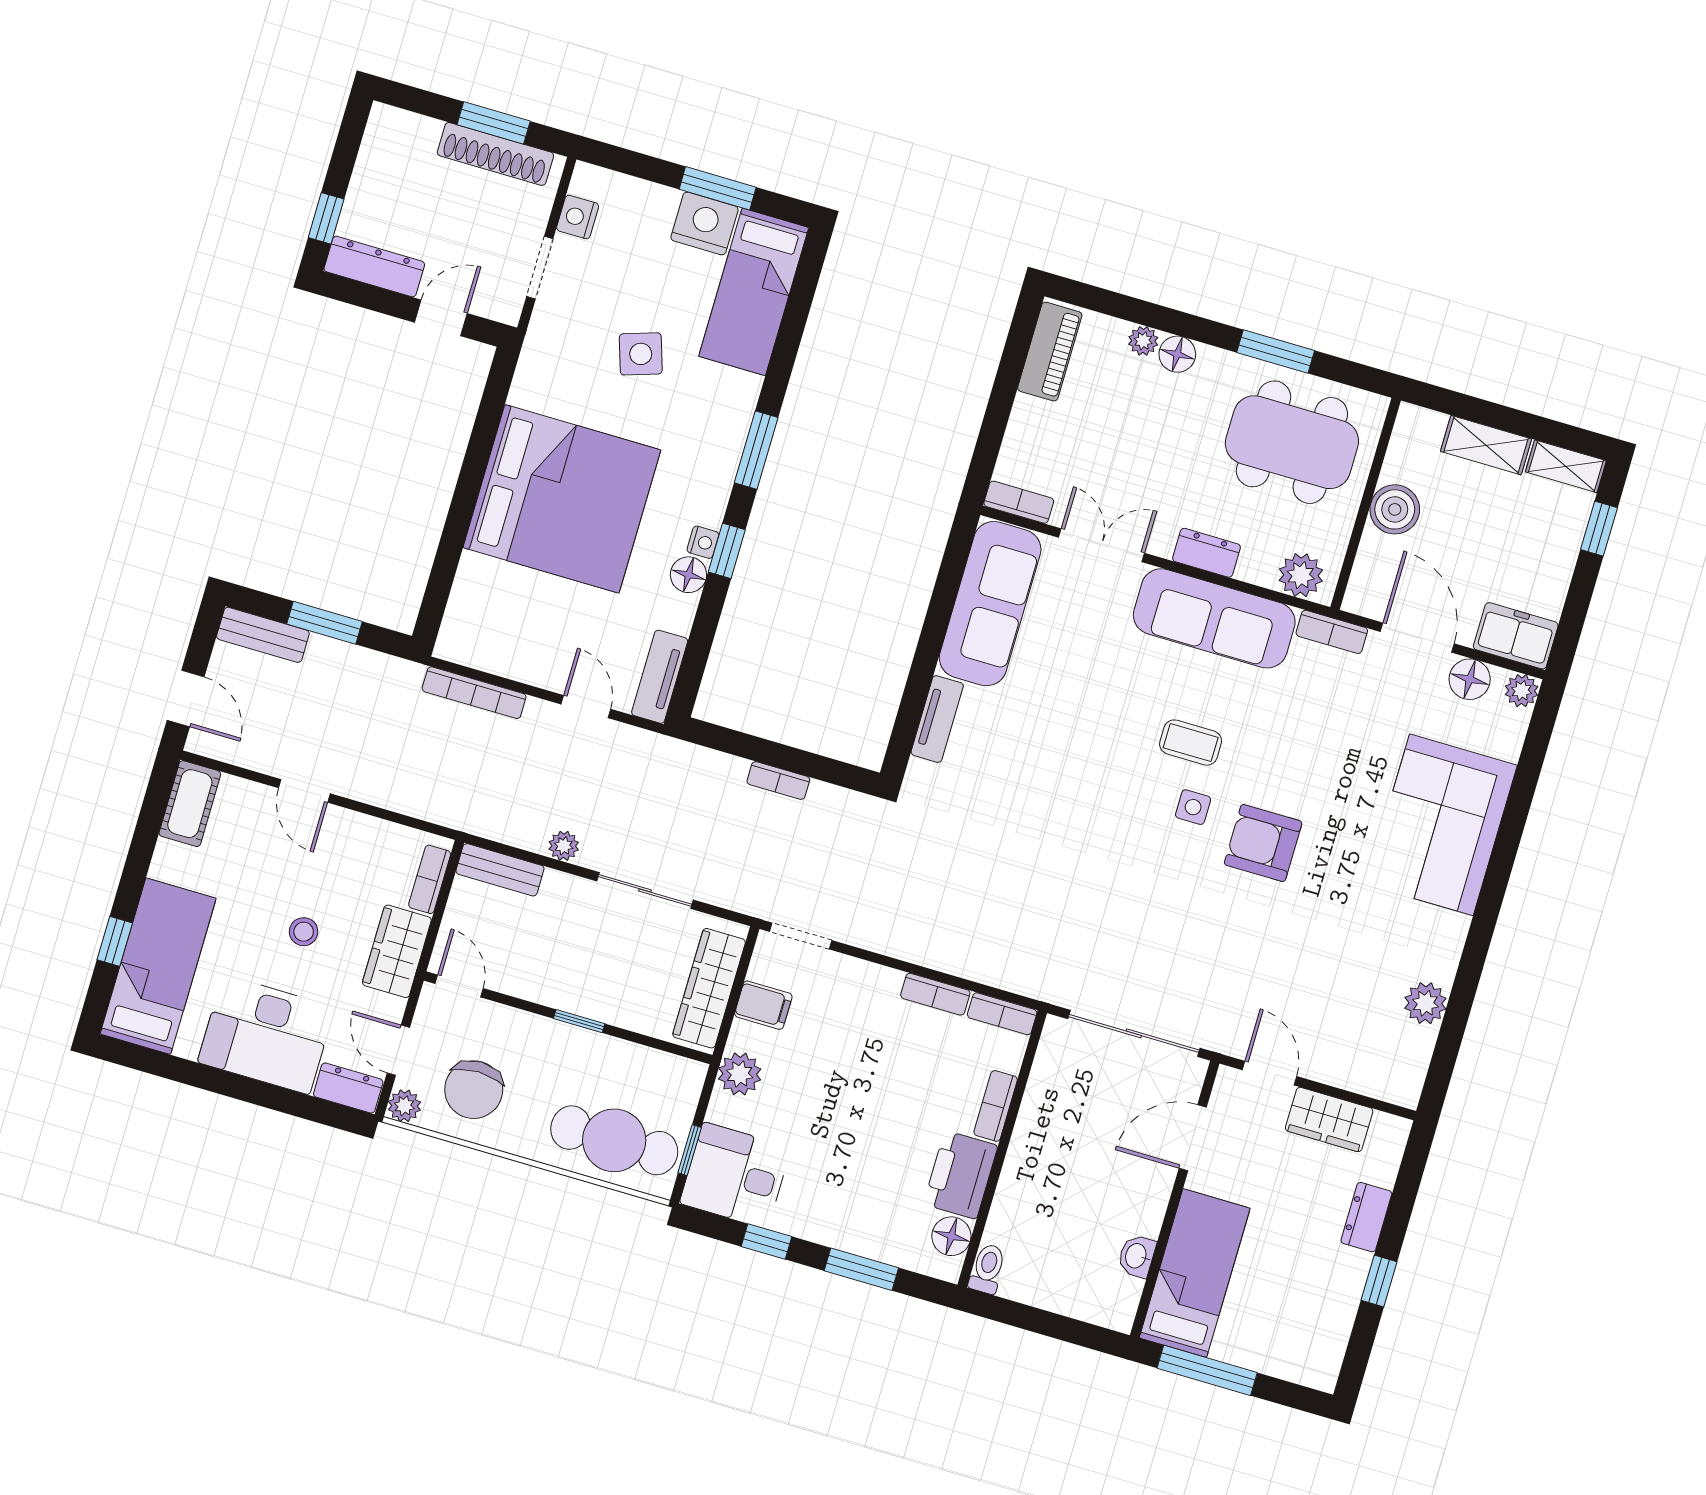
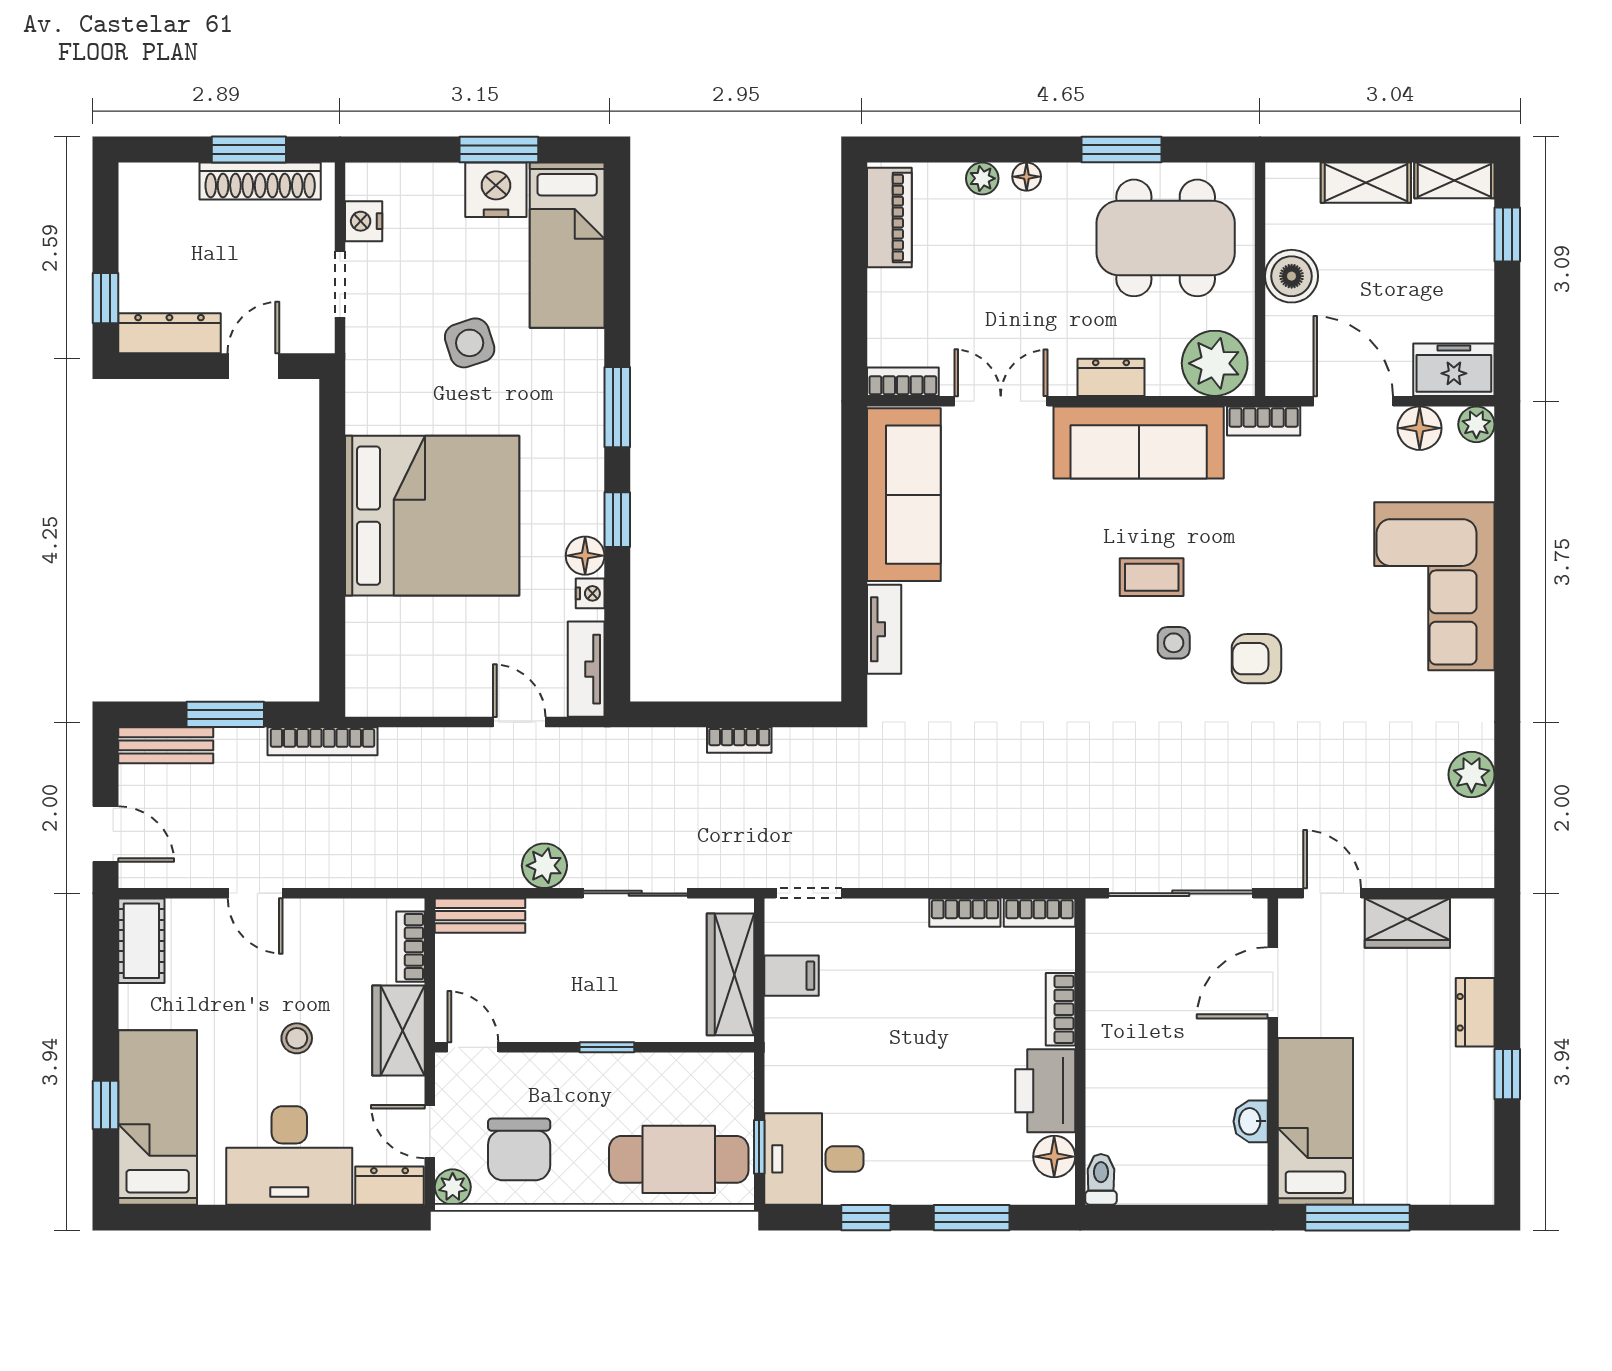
floor lamp: (1177, 354) -> (1027, 177), width x0.73, depth x0.73
nightstand: (703, 542) -> (590, 593), moved
plant: (1301, 575) -> (1215, 363), width x1.36, depth x1.36
bookcase: (474, 693) -> (322, 741), moved
armchair: (1263, 843) -> (1256, 659), width x0.72, depth x0.72
plant: (564, 846) -> (544, 866), width x1.38, depth x1.38
plant: (740, 1074) -> (788, 1053), removed

